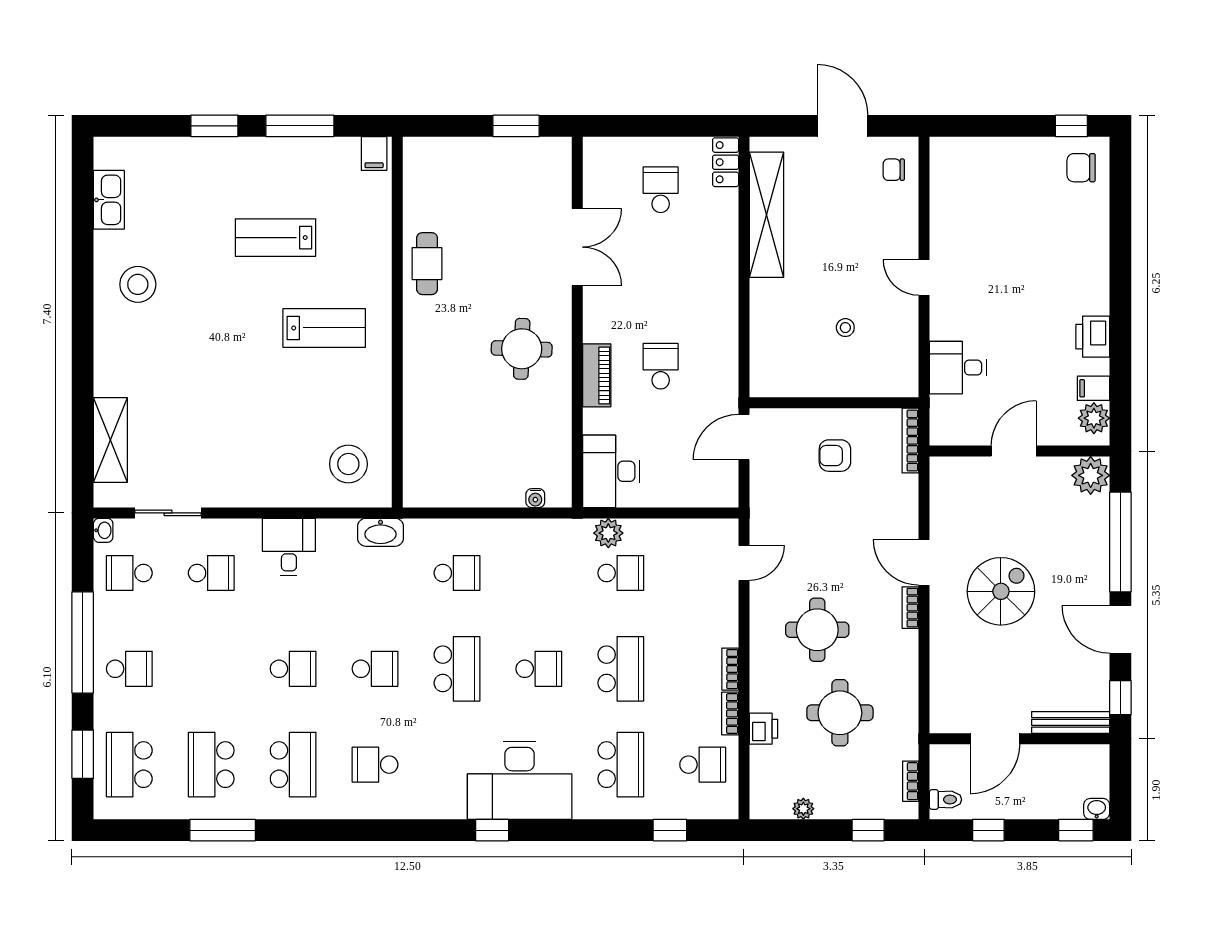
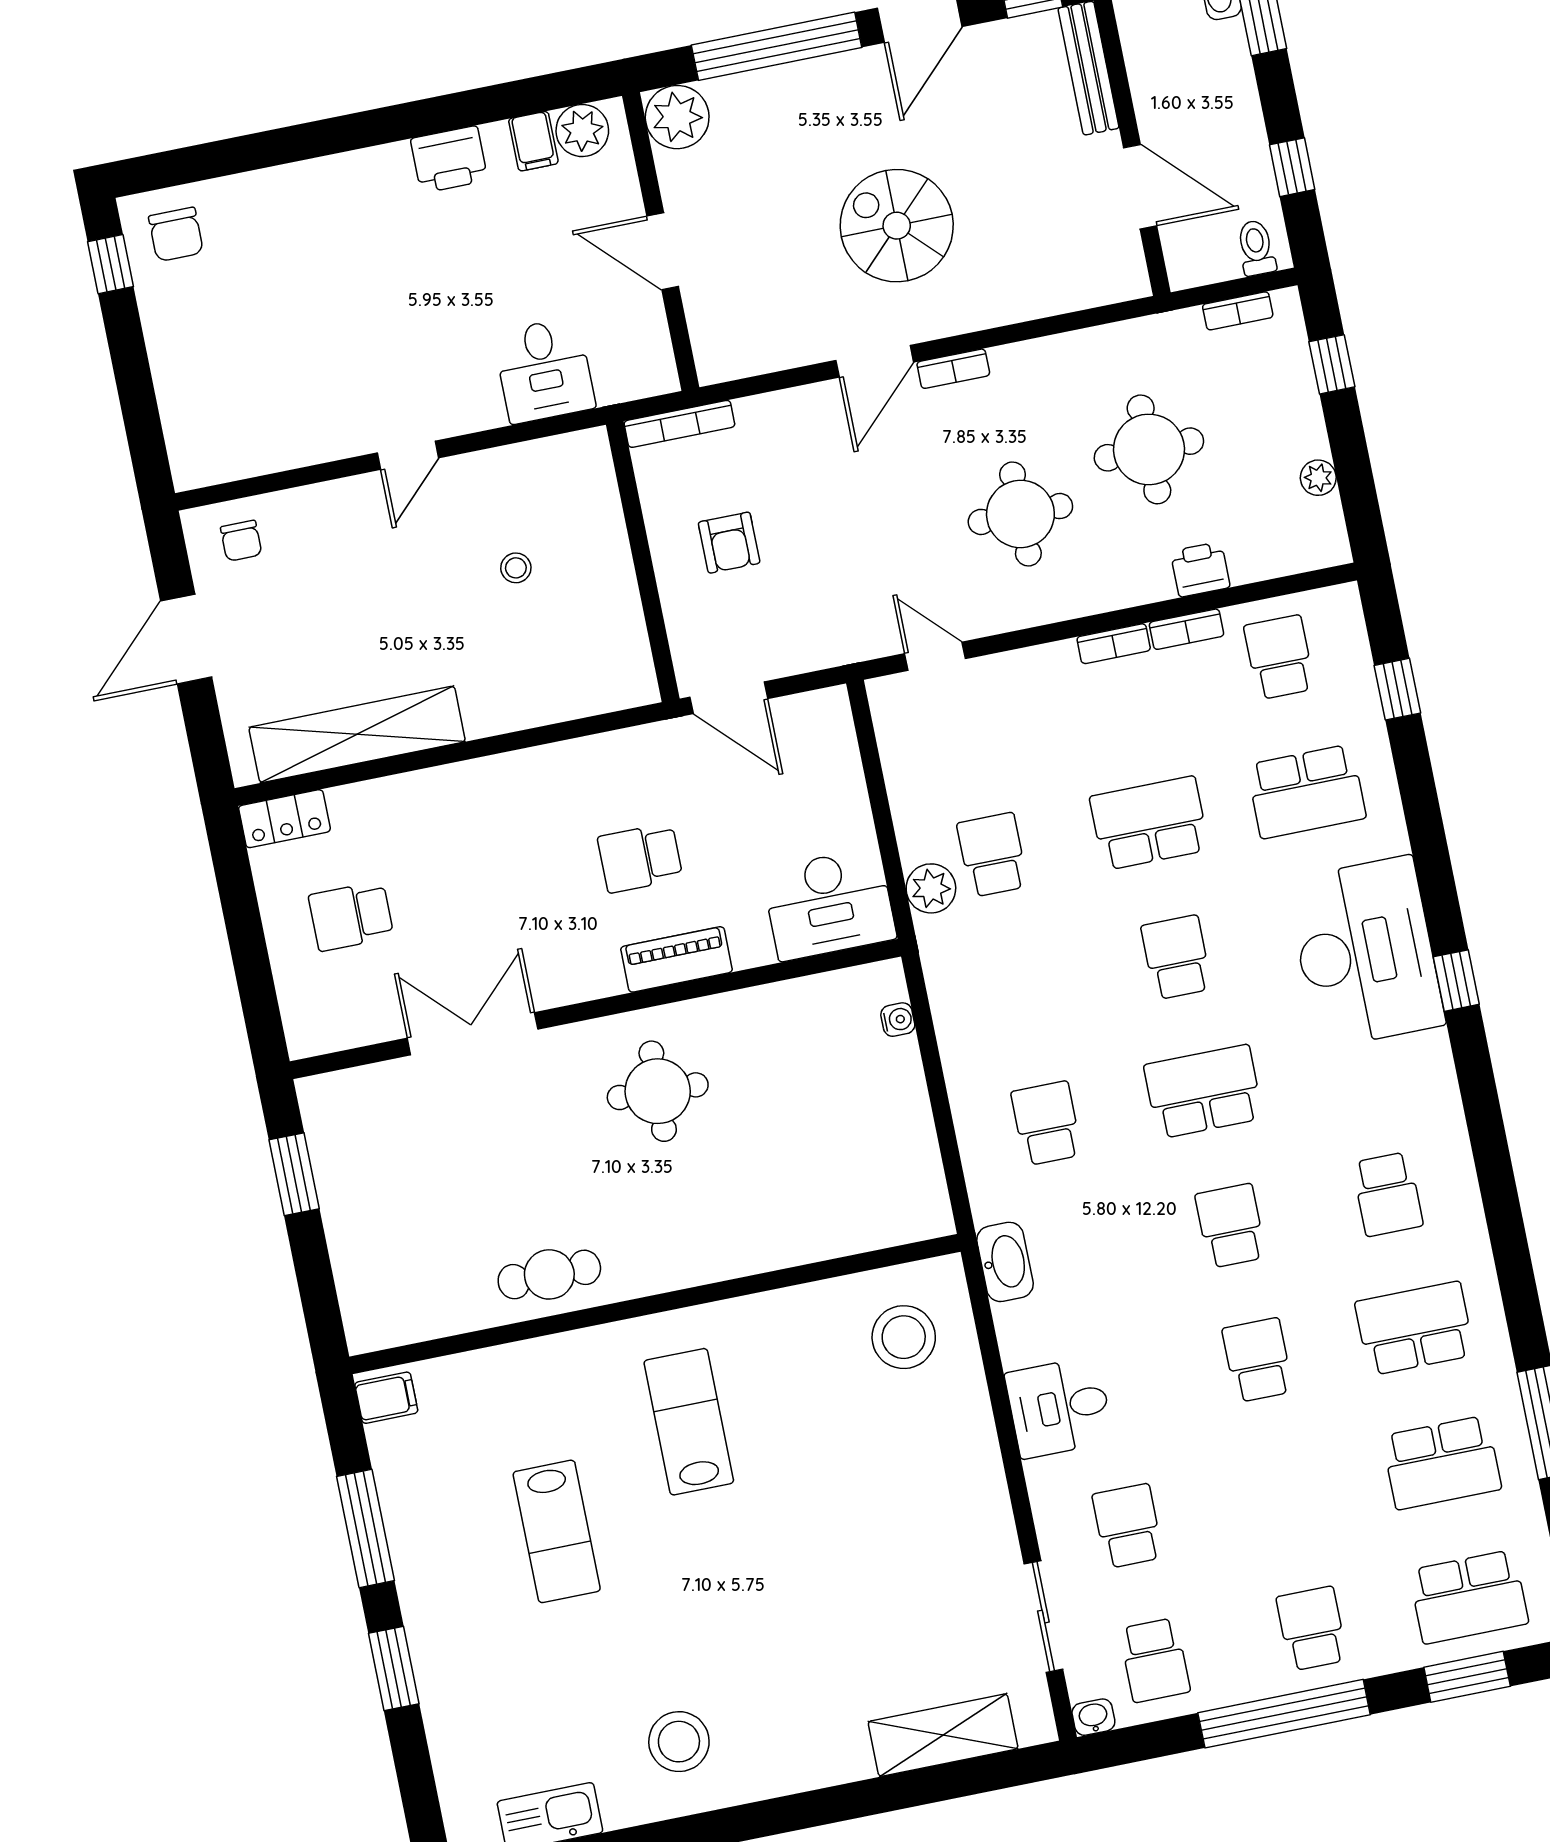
school desk: (621, 765) -> (1306, 791), turned 180

